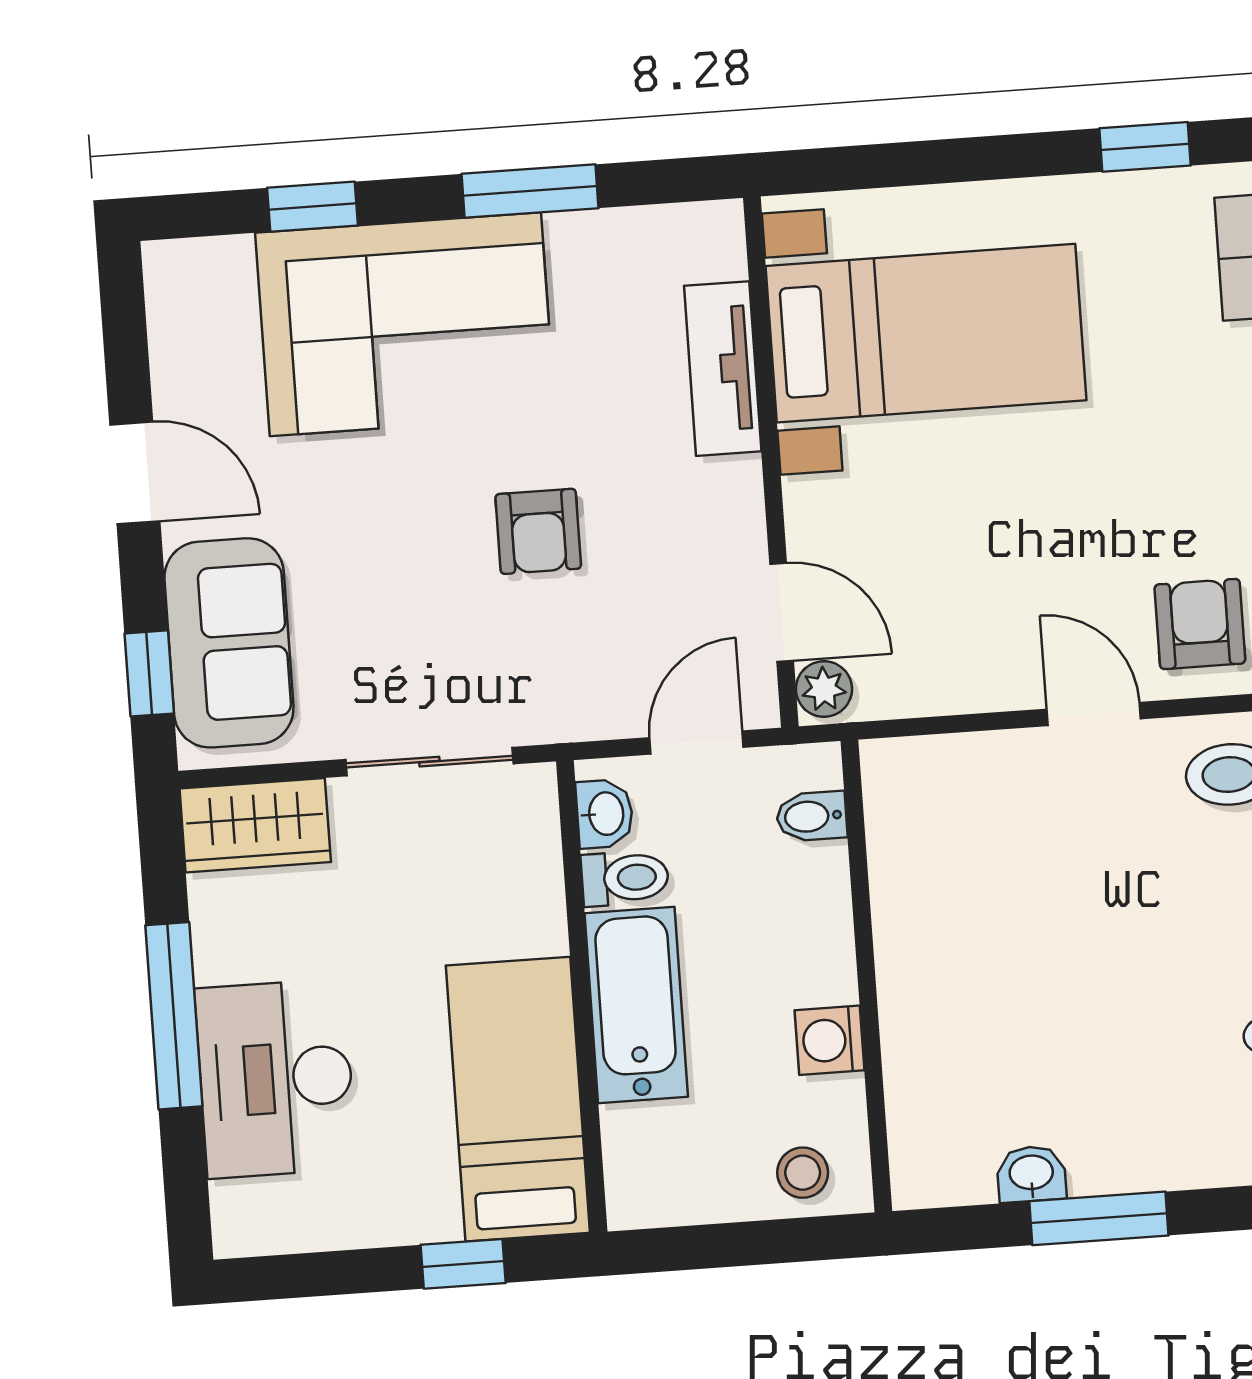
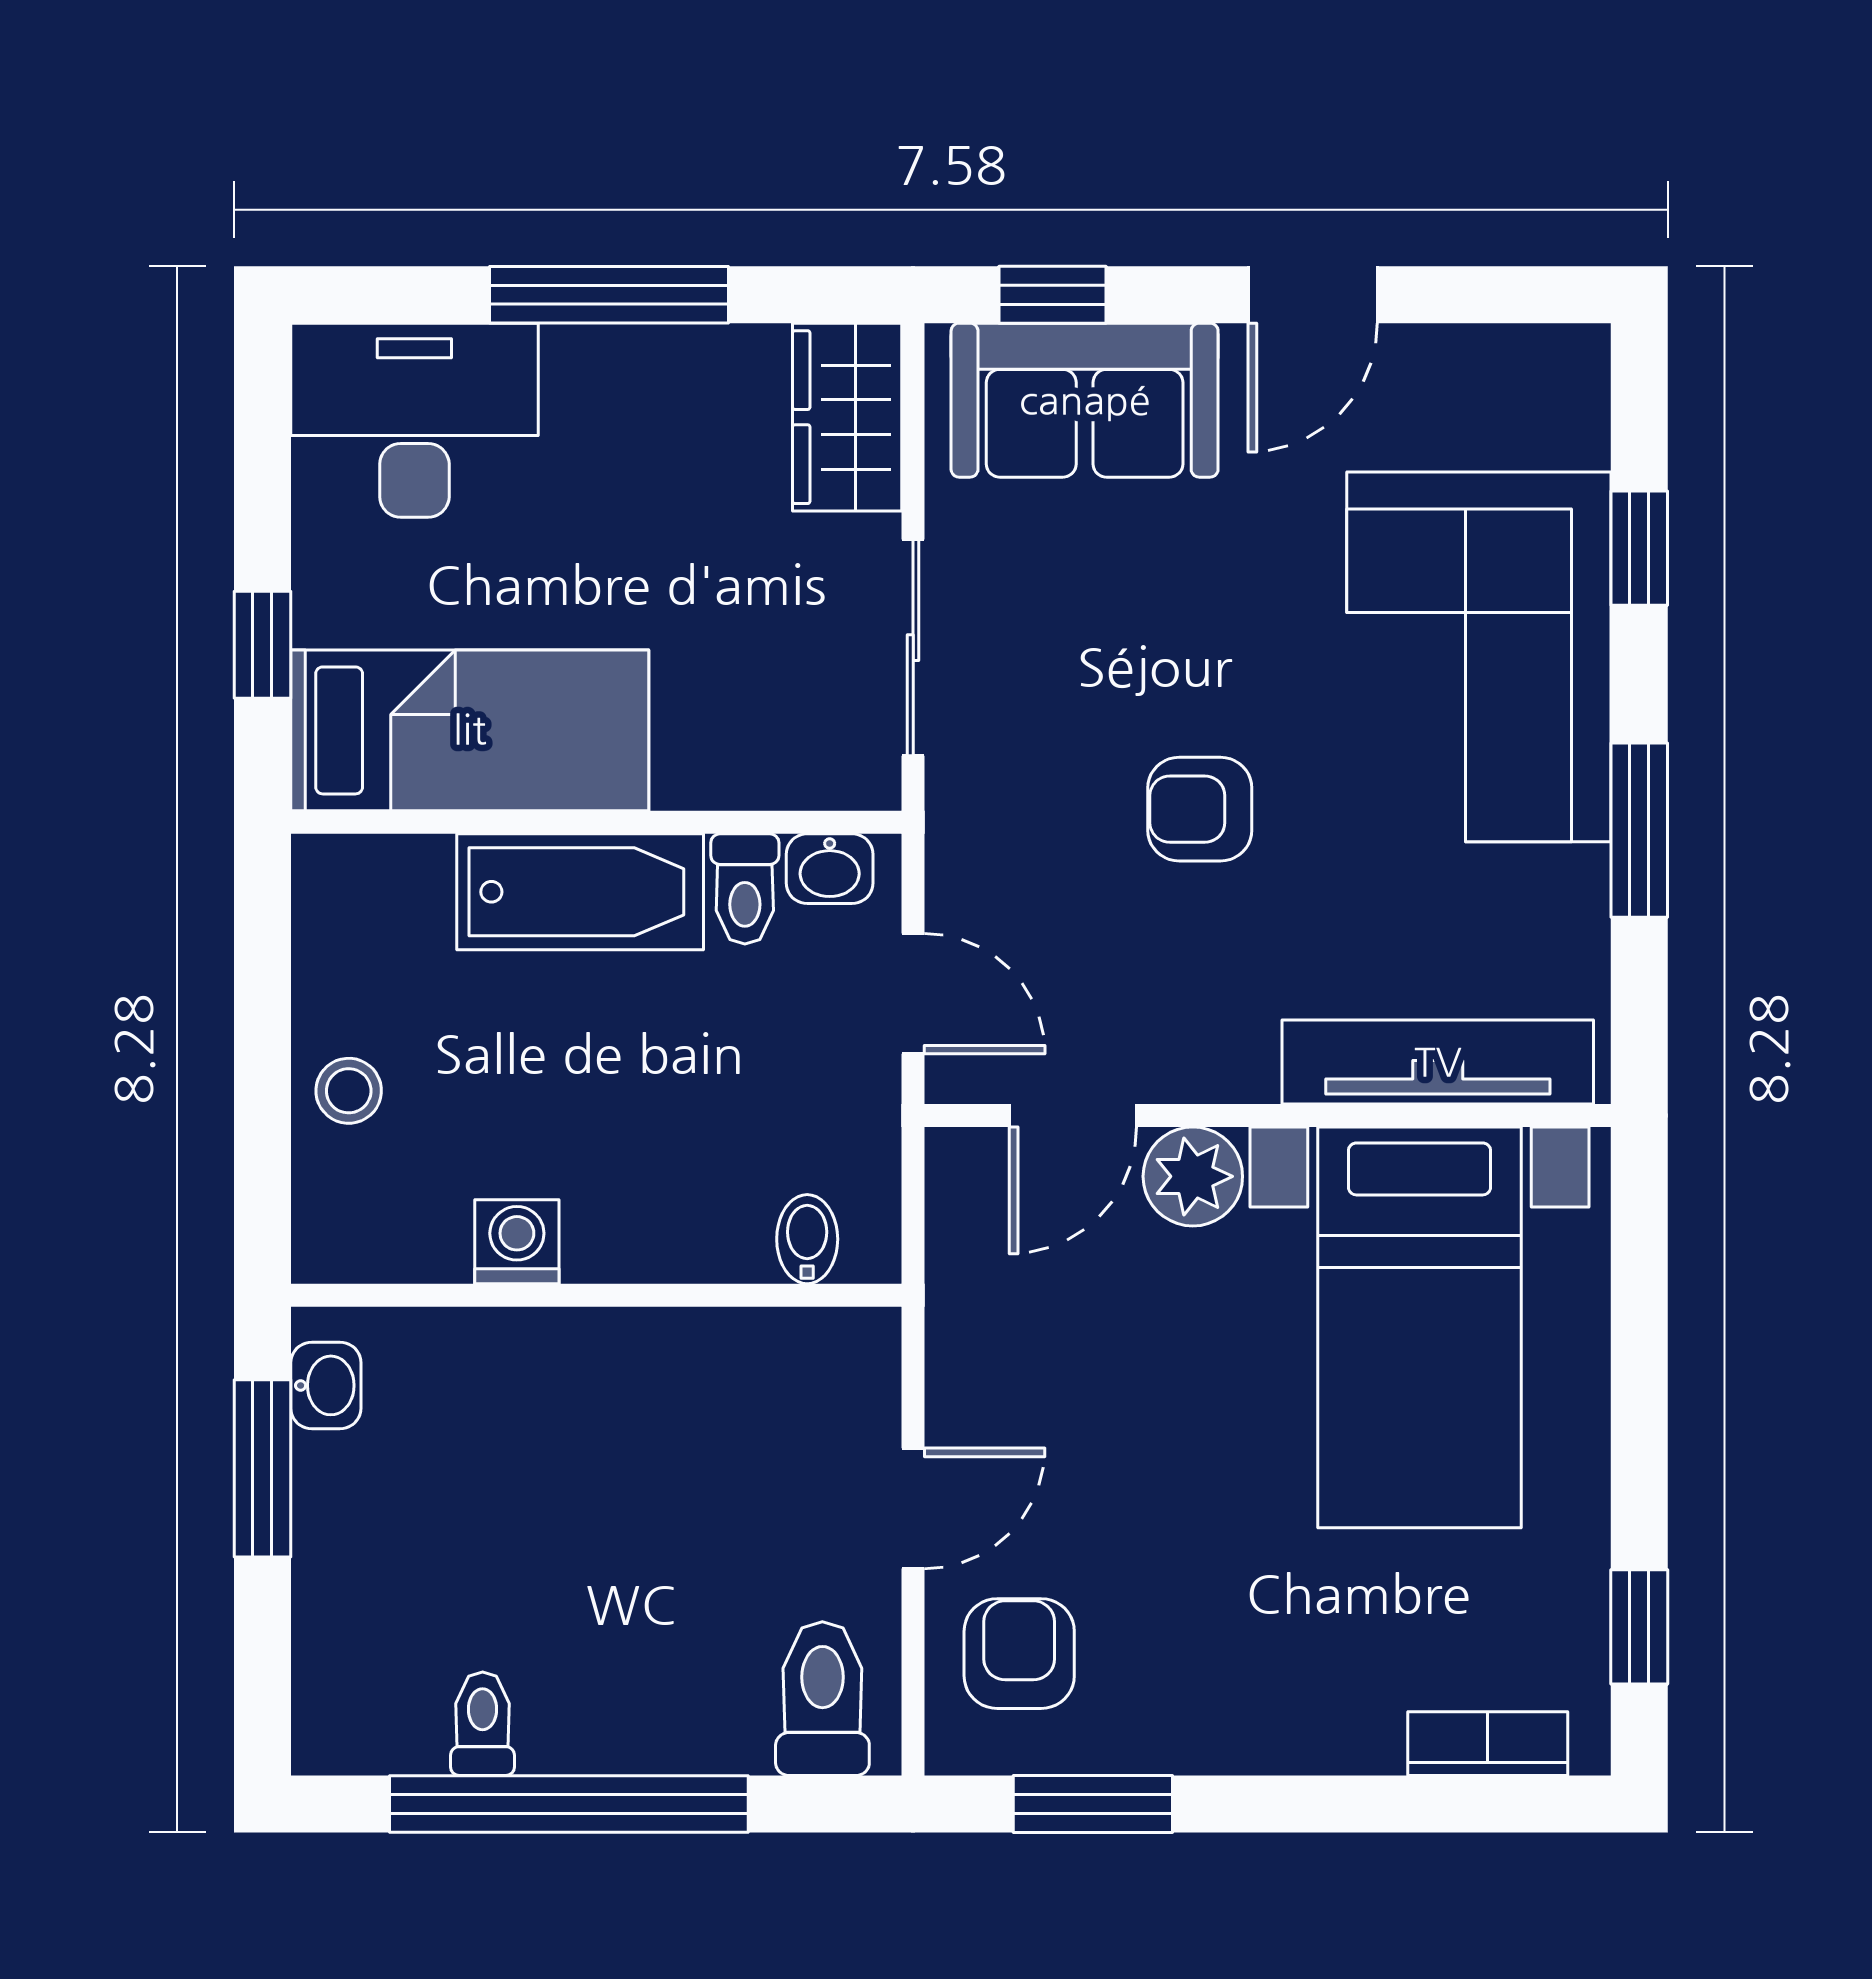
tv unit: (723, 369) -> (1438, 1062), width x1.41
armchair: (1200, 624) -> (1019, 1654), turned -90
plant: (824, 689) -> (1193, 1176), moved, width x1.38, depth x1.38
bidet: (811, 816) -> (807, 1239), moved
wall: (866, 976) -> (596, 1295), moved
washing machine: (830, 1040) -> (517, 1242), moved
desk: (276, 1079) -> (414, 420), moved

